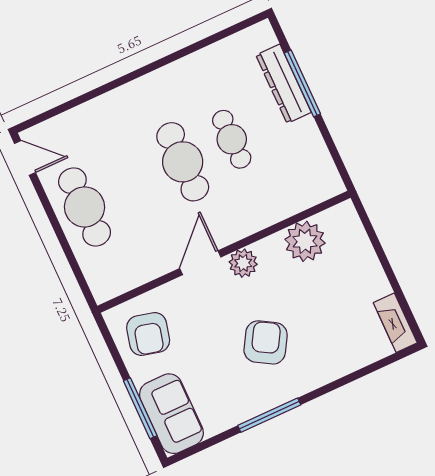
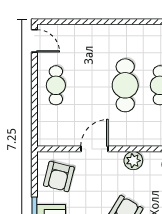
cafe table: (85, 207) -> (56, 85), width x0.73, depth x0.74
door: (200, 263) -> (94, 149), moved

